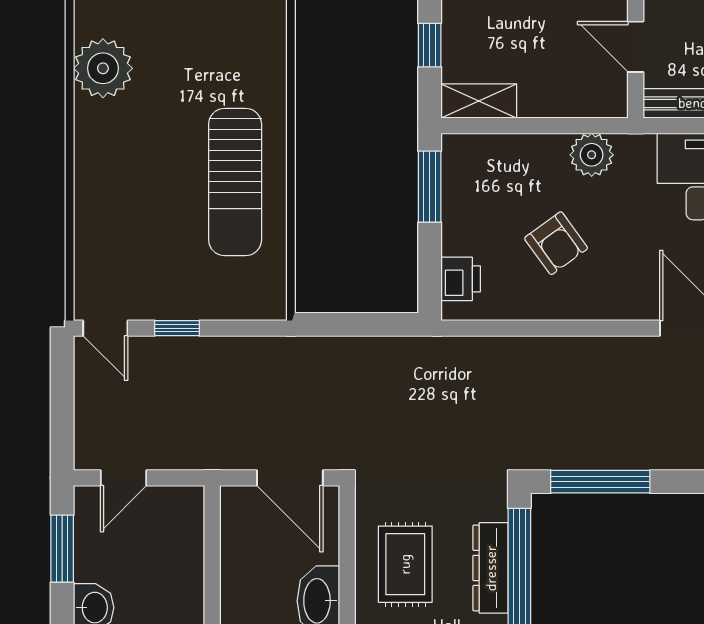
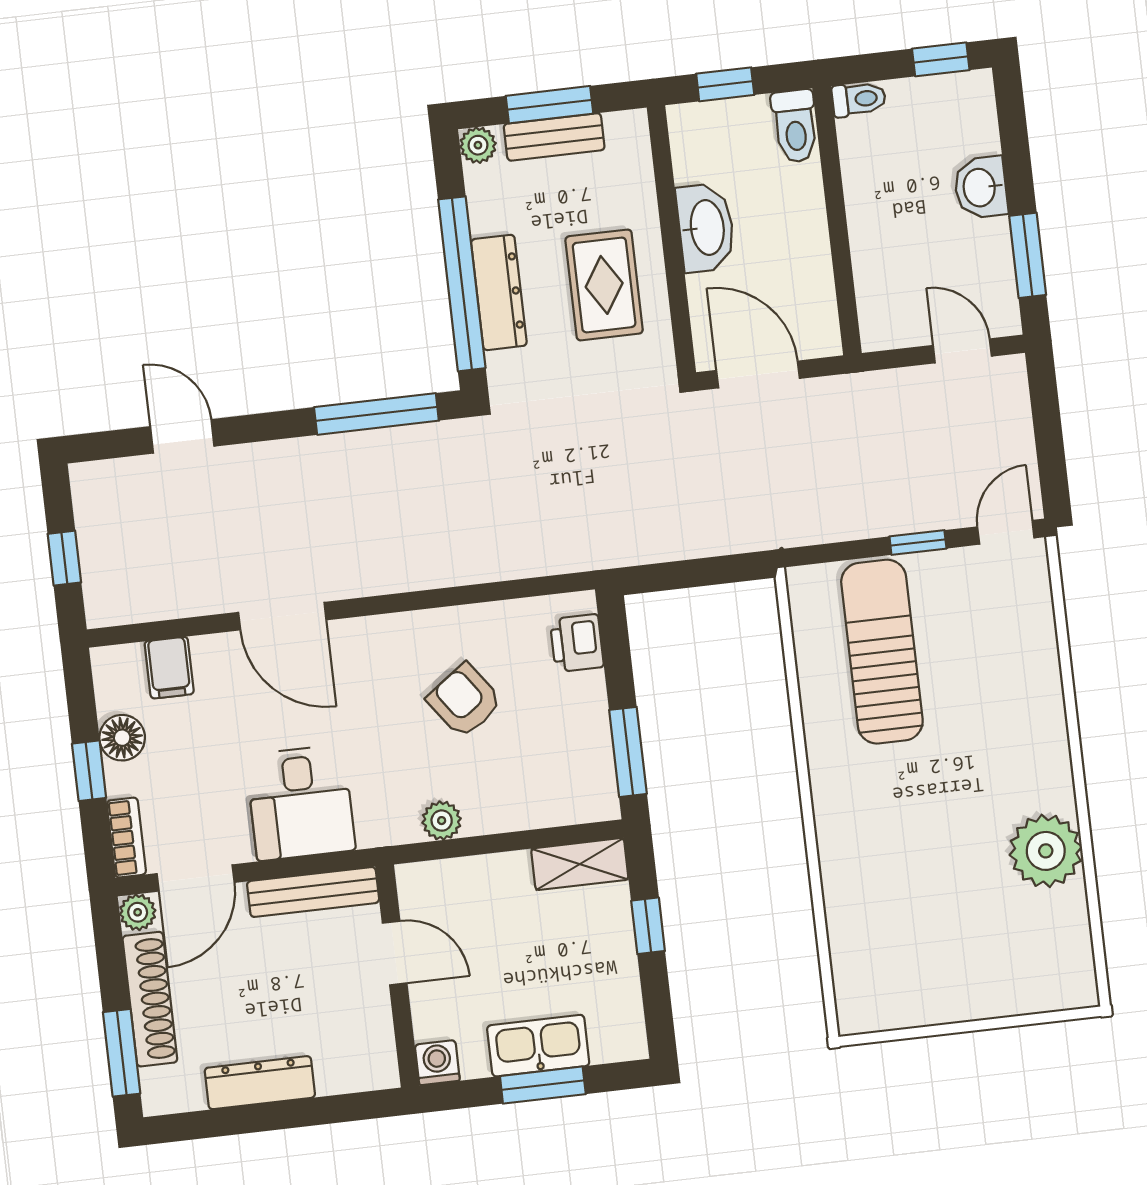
plant: (592, 155) -> (442, 821), width x0.73, depth x0.73
sun lounger: (235, 182) -> (882, 652), moved
door: (105, 328) -> (1006, 532), hinge flipped
door: (123, 478) -> (962, 351), hinge flipped

